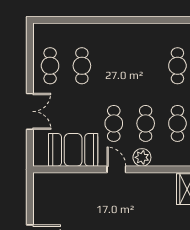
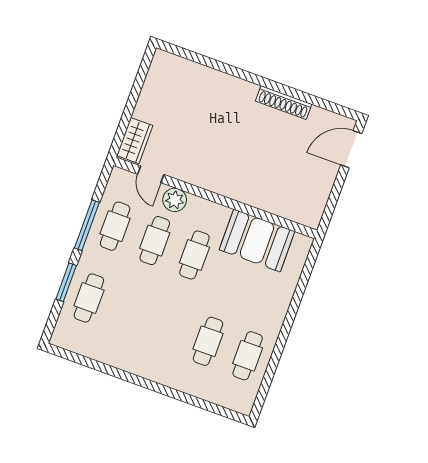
double door: (30, 111) -> (293, 308), removed
door: (116, 169) -> (151, 174), moved

